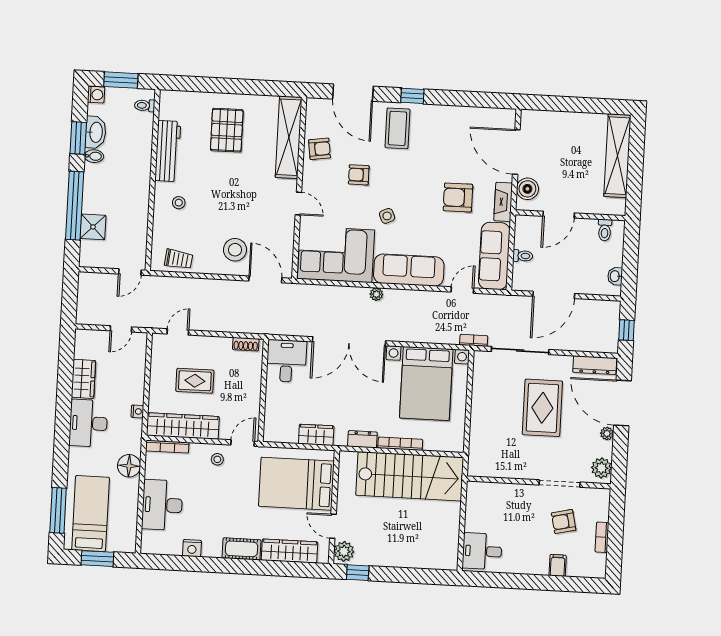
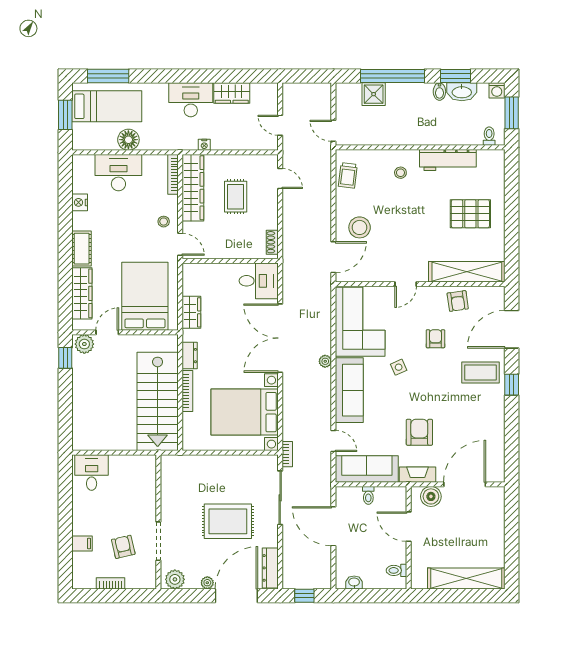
floor lamp: (129, 466) -> (128, 140), moved

